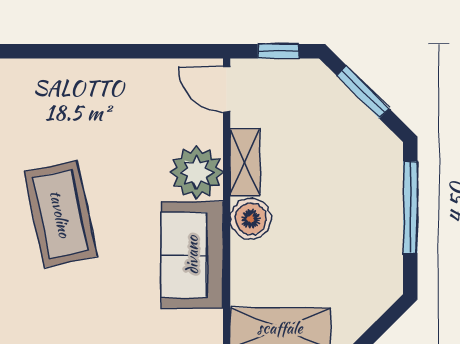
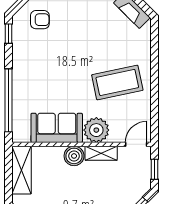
coffee table: (60, 214) -> (117, 82), moved

